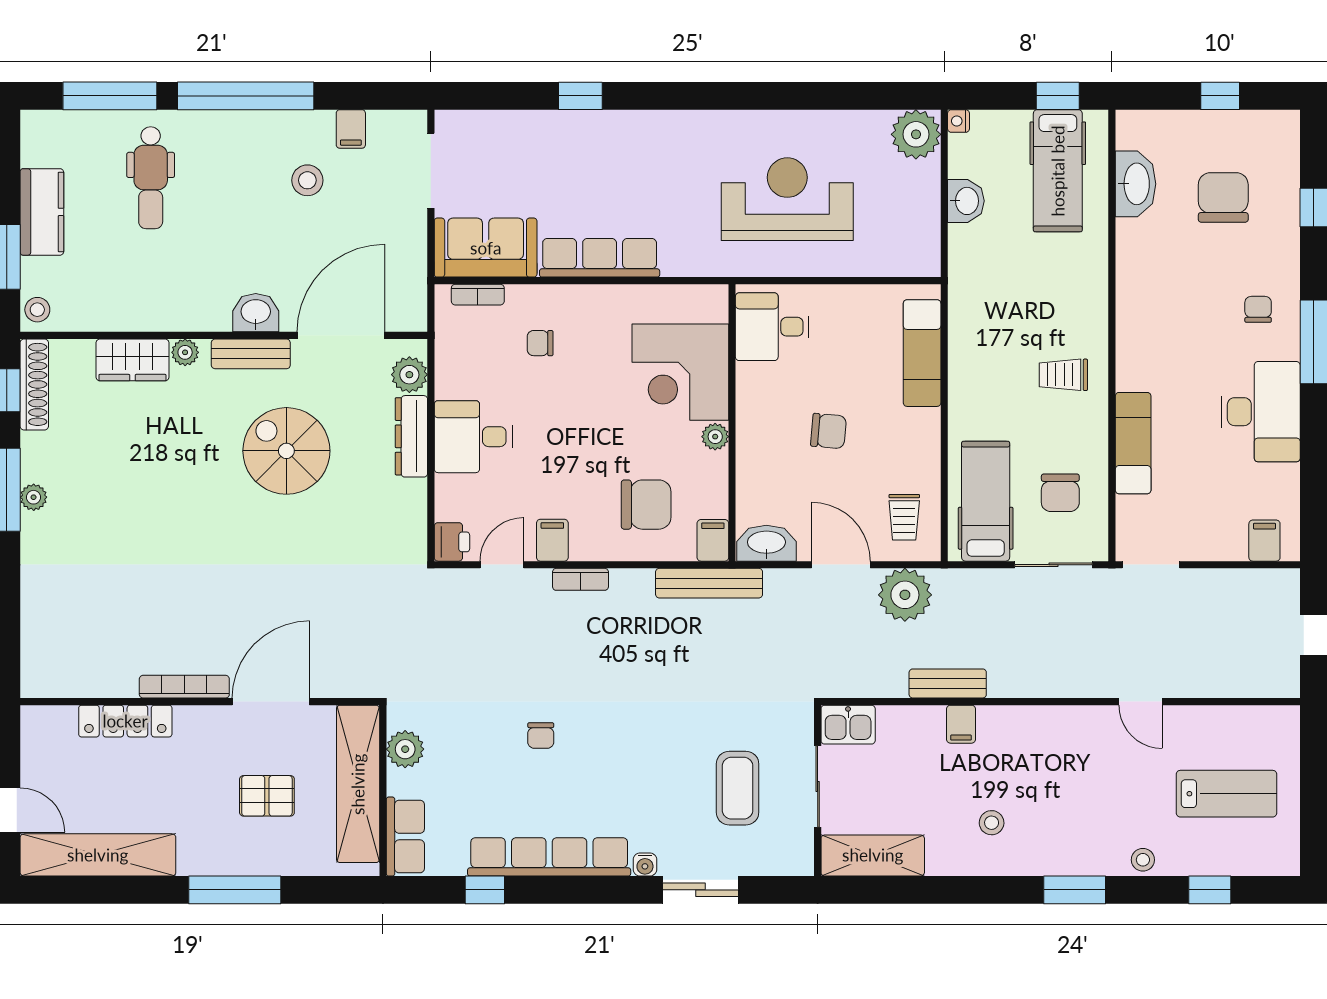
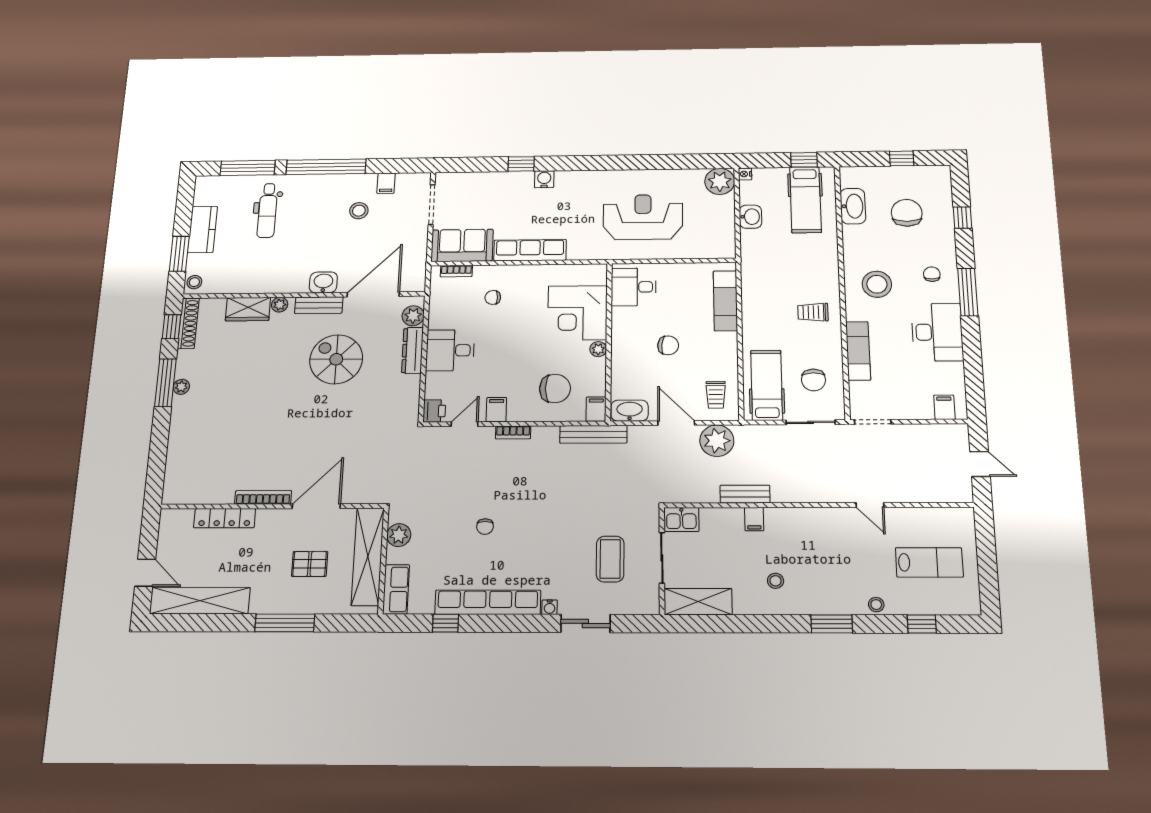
water cooler: (620, 126) -> (544, 179), added
stool: (1169, 326) -> (877, 284), added

